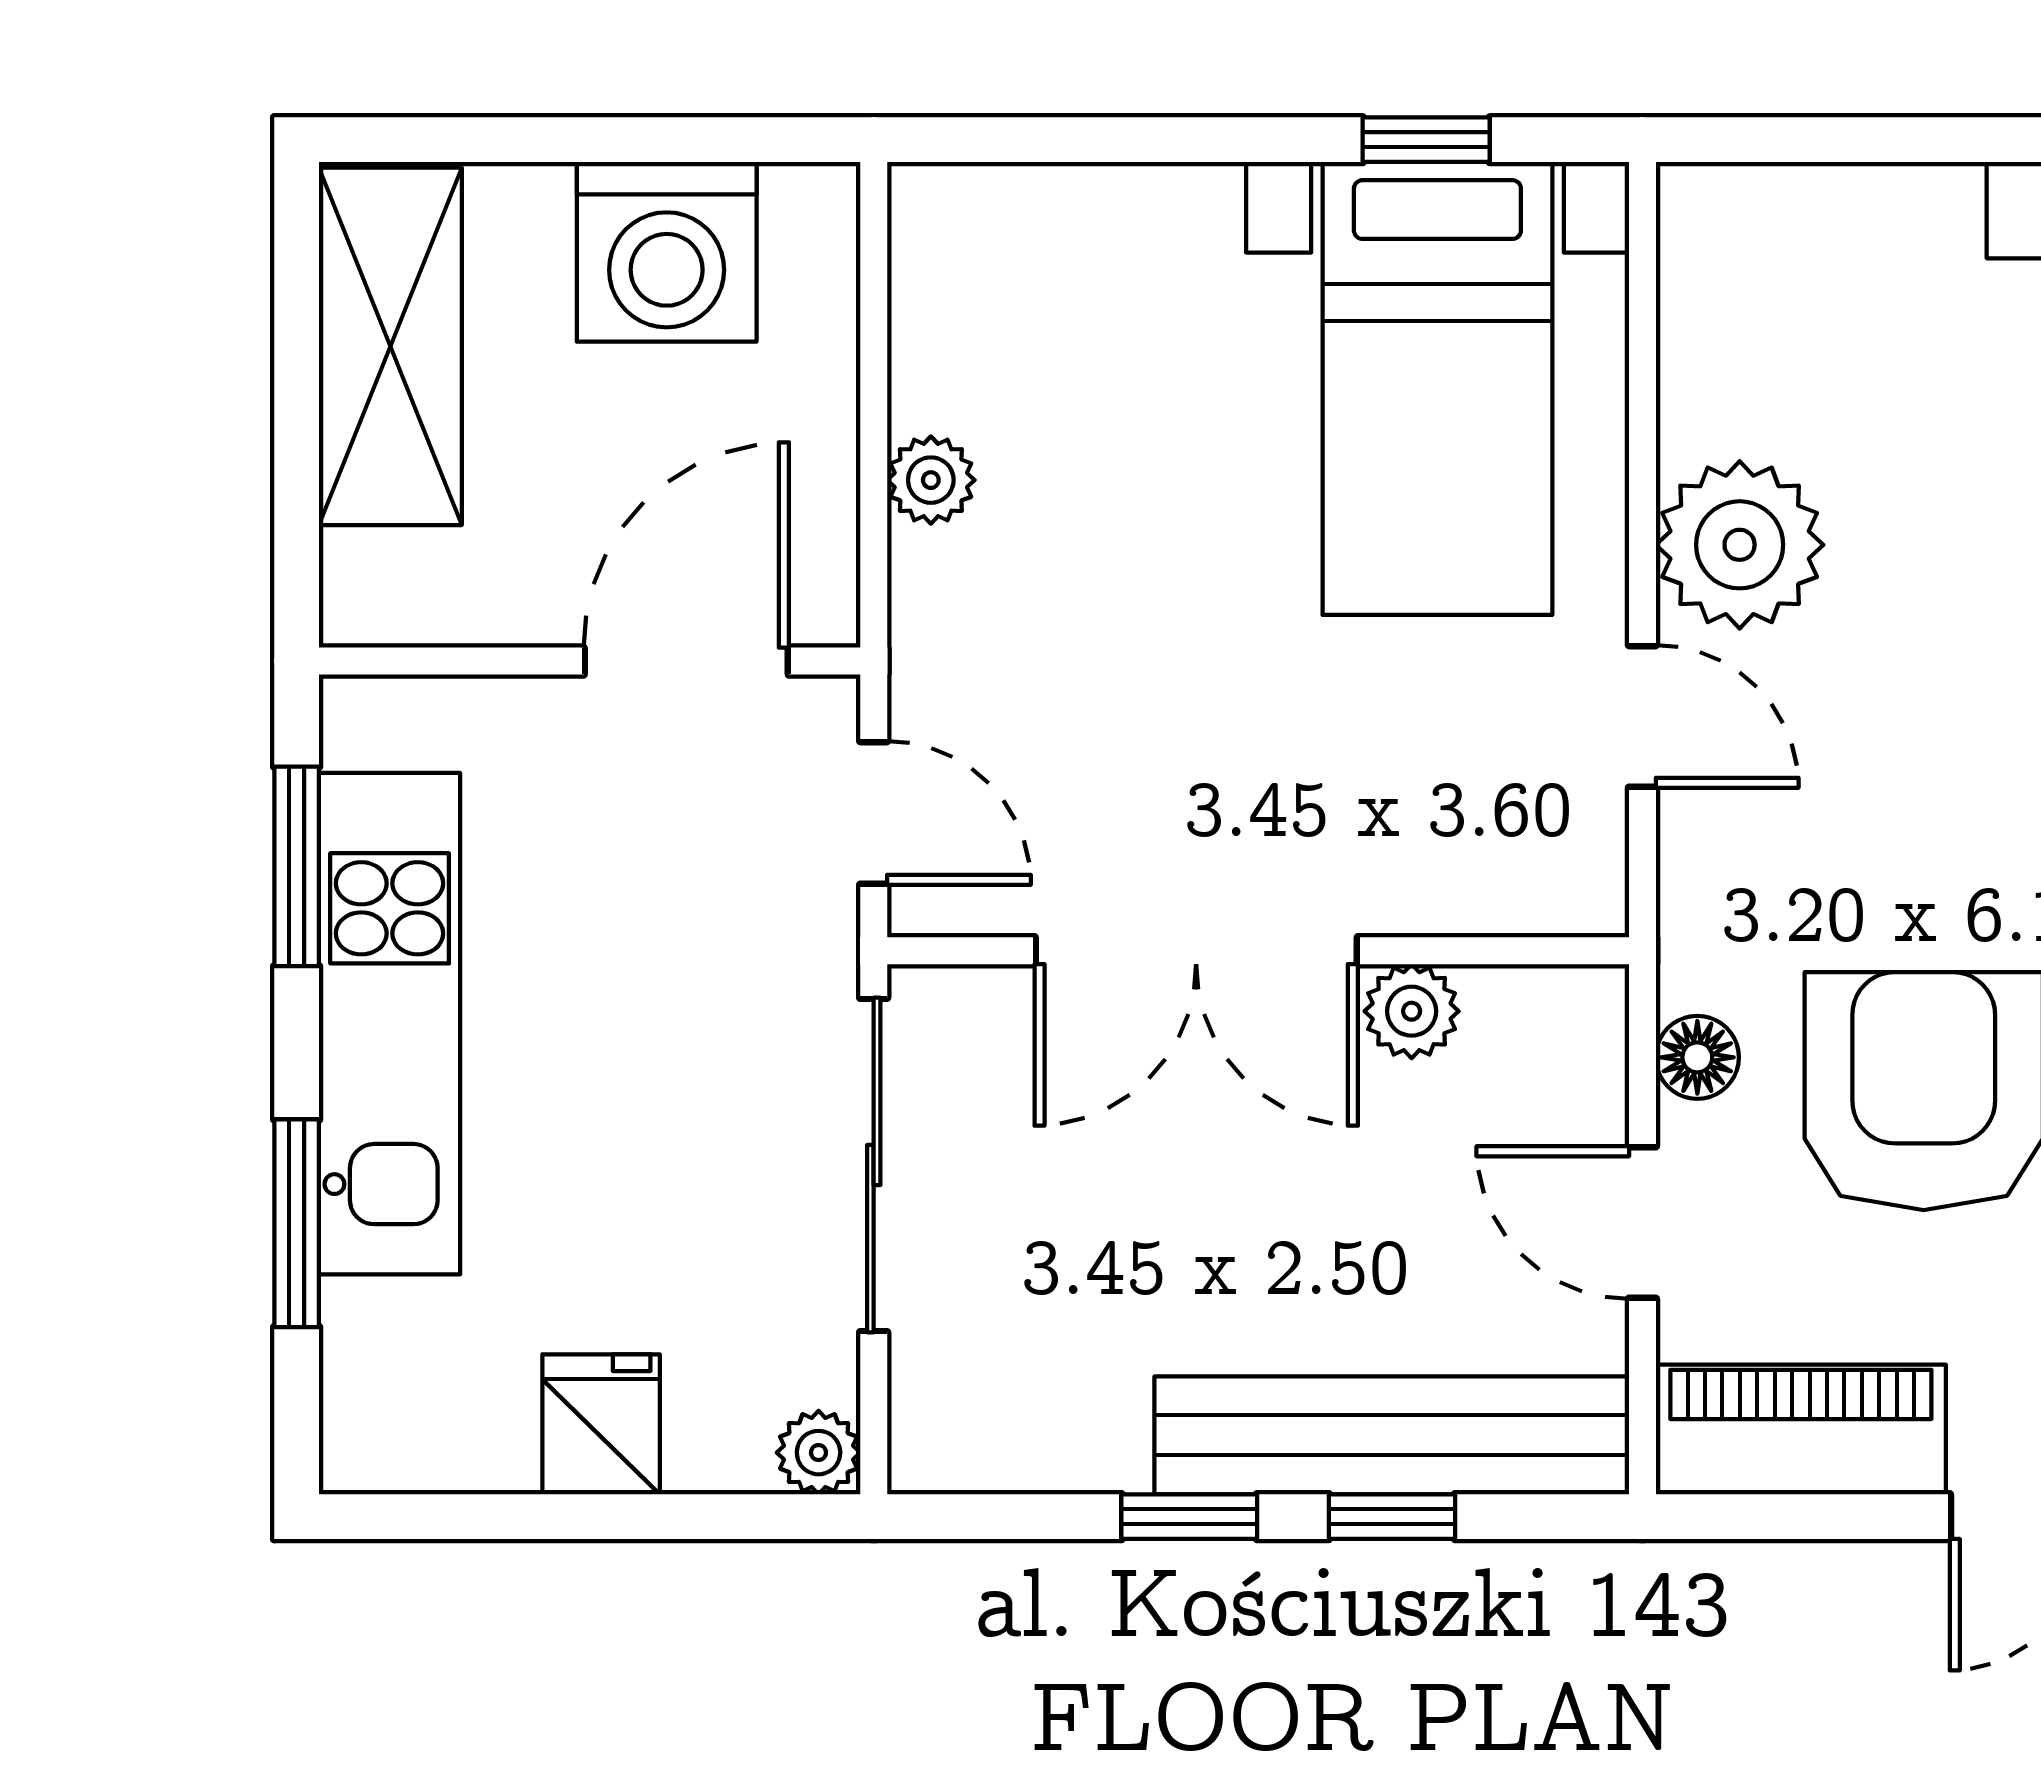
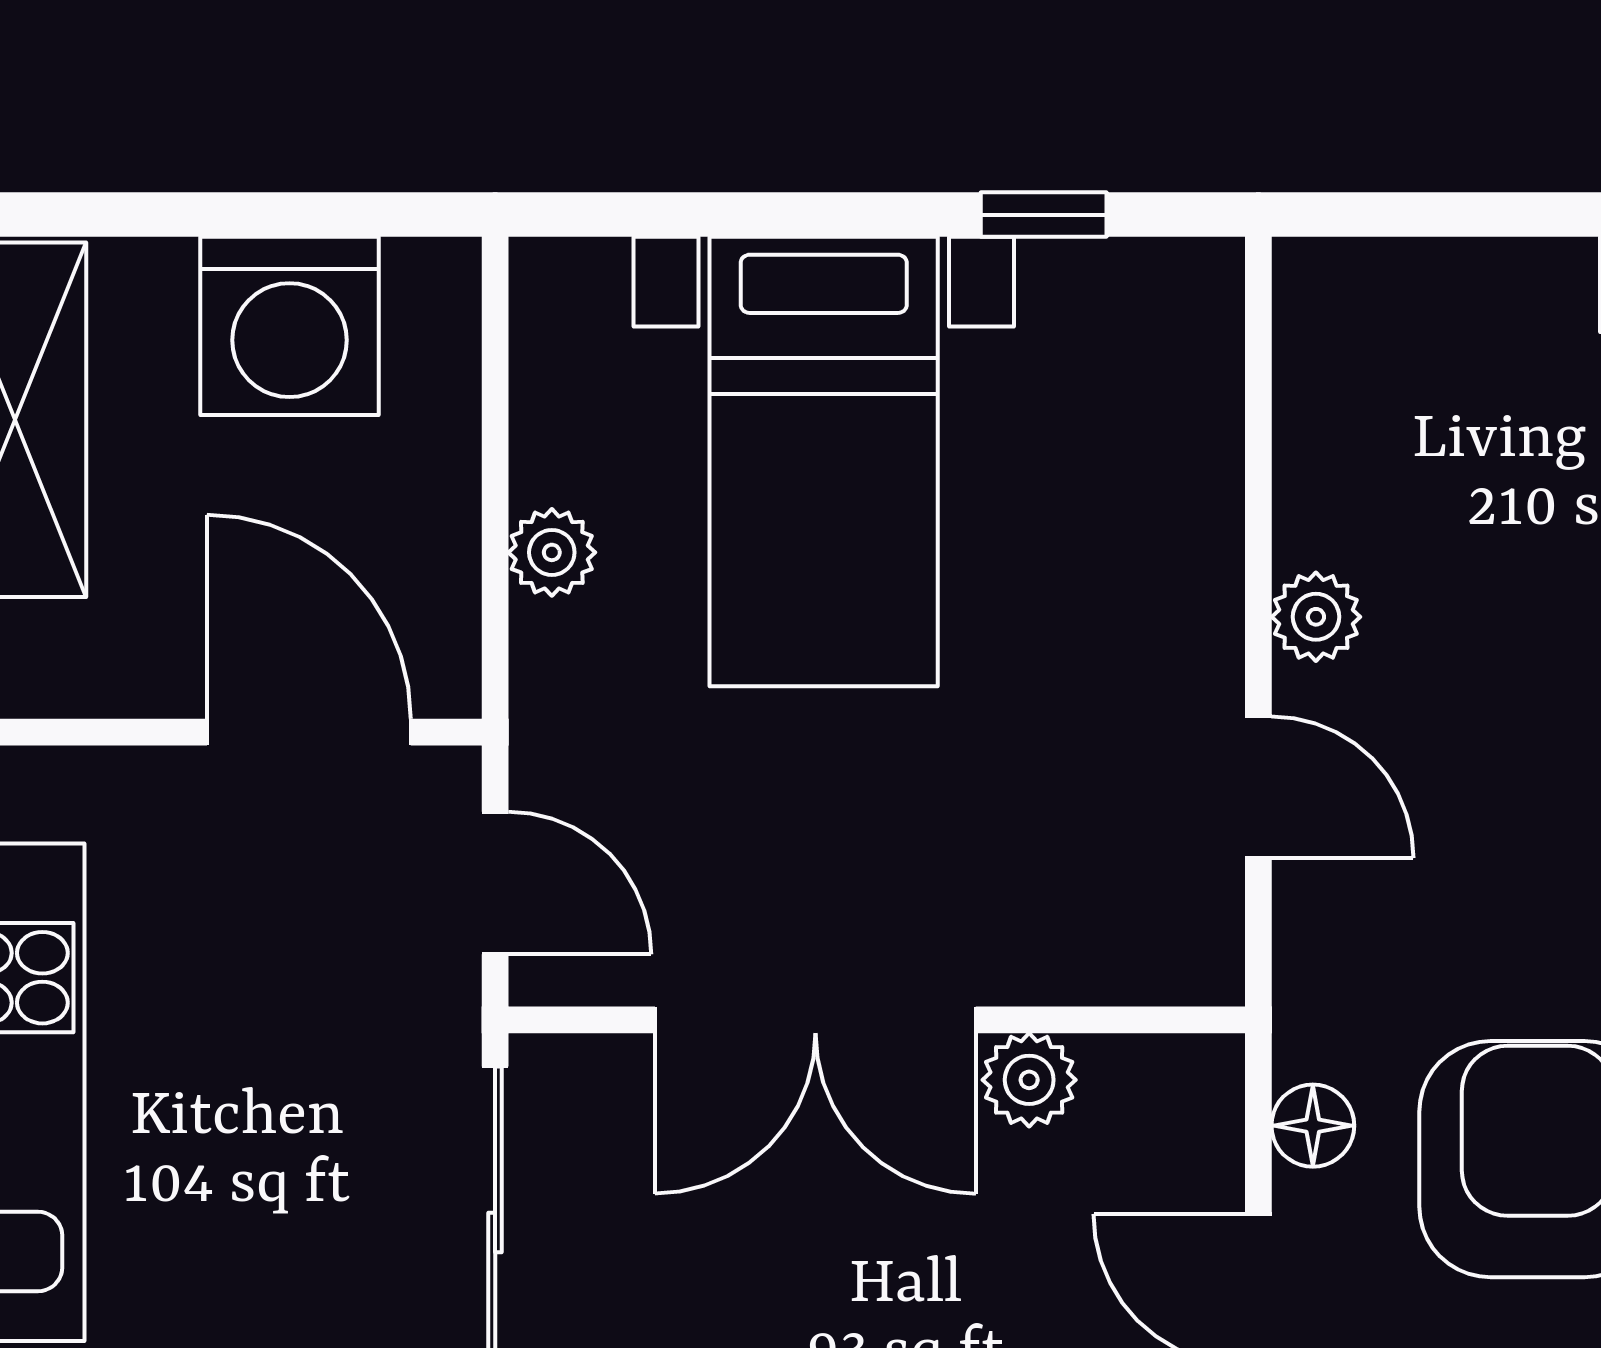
bed with nightstands: (1437, 388) -> (824, 462), moved
plant: (1740, 545) -> (1316, 617), width x0.53, depth x0.53
door: (686, 661) -> (309, 732), hinge flipped

